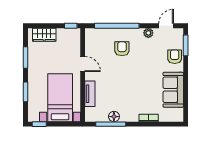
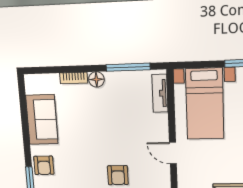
tv unit: (90, 94) -> (160, 93), moved
floor lamp: (114, 117) -> (96, 79), moved

